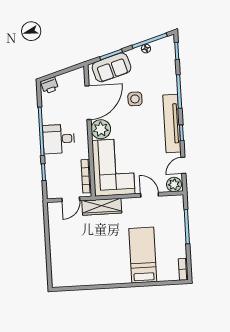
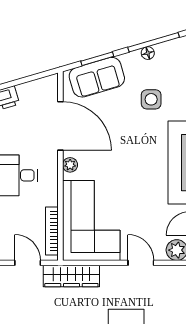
side table: (135, 99) -> (151, 99), moved
door: (88, 103) -> (60, 126), hinge flipped
plant: (101, 129) -> (70, 165), width x0.53, depth x0.53
door: (71, 199) -> (28, 263), swing flipped

